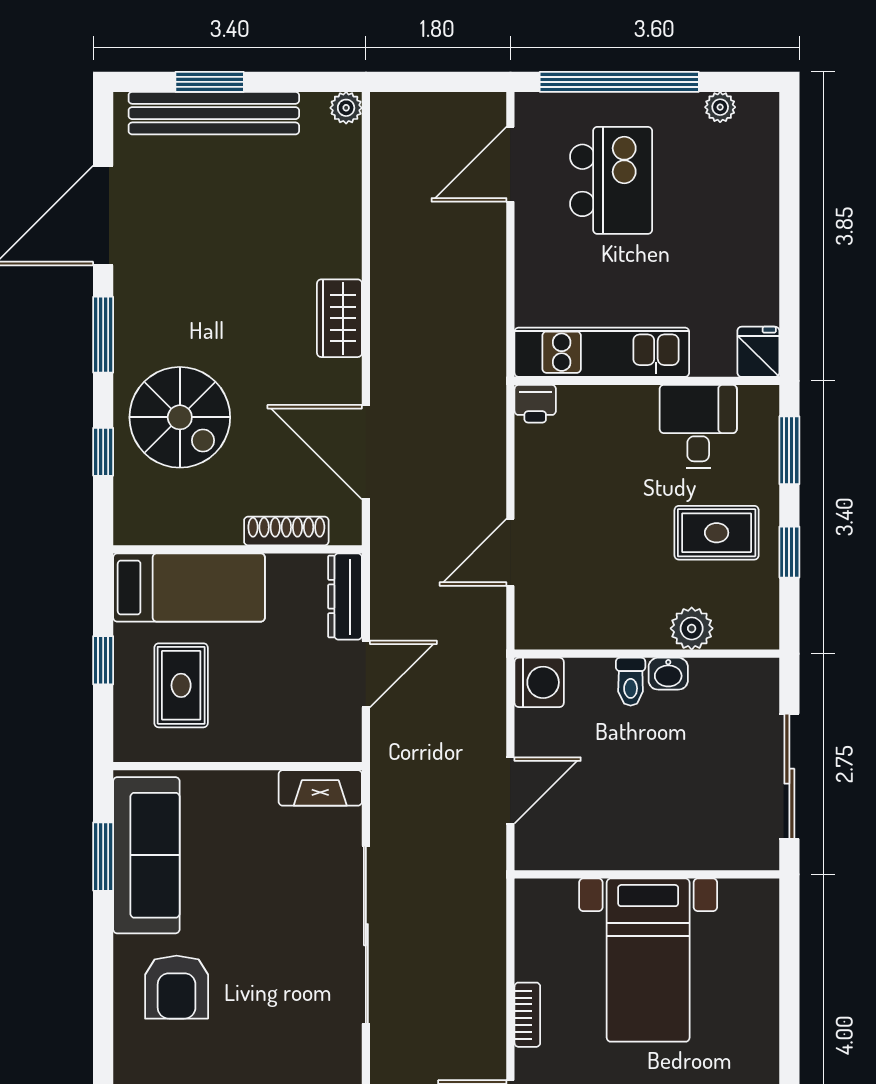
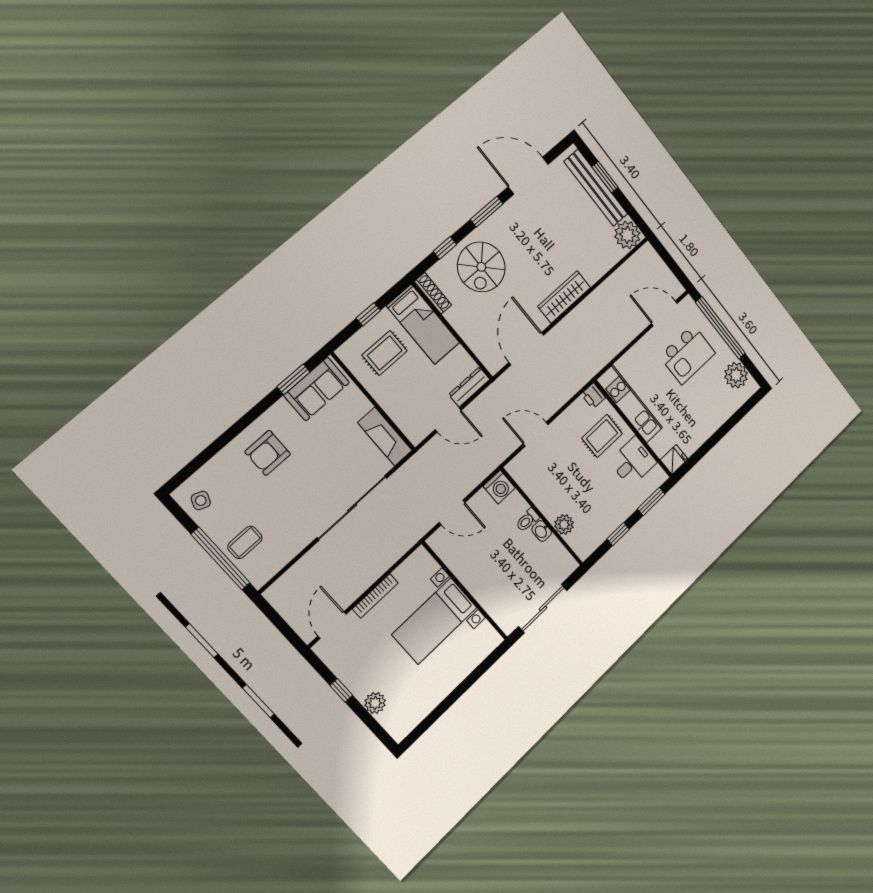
plant: (720, 107) -> (736, 375), width x1.88, depth x1.88
plant: (346, 108) -> (627, 235), width x1.88, depth x1.88
wardrobe: (339, 318) -> (564, 297), width x1.50
shoe rack: (286, 531) -> (433, 293), moved
rug: (717, 533) -> (602, 436), moved, turned 90
fireplace: (320, 788) -> (385, 436), width x1.37, depth x1.32
sofa: (146, 855) -> (317, 389), width x0.73
bookcase: (527, 1015) -> (375, 596), width x1.56

